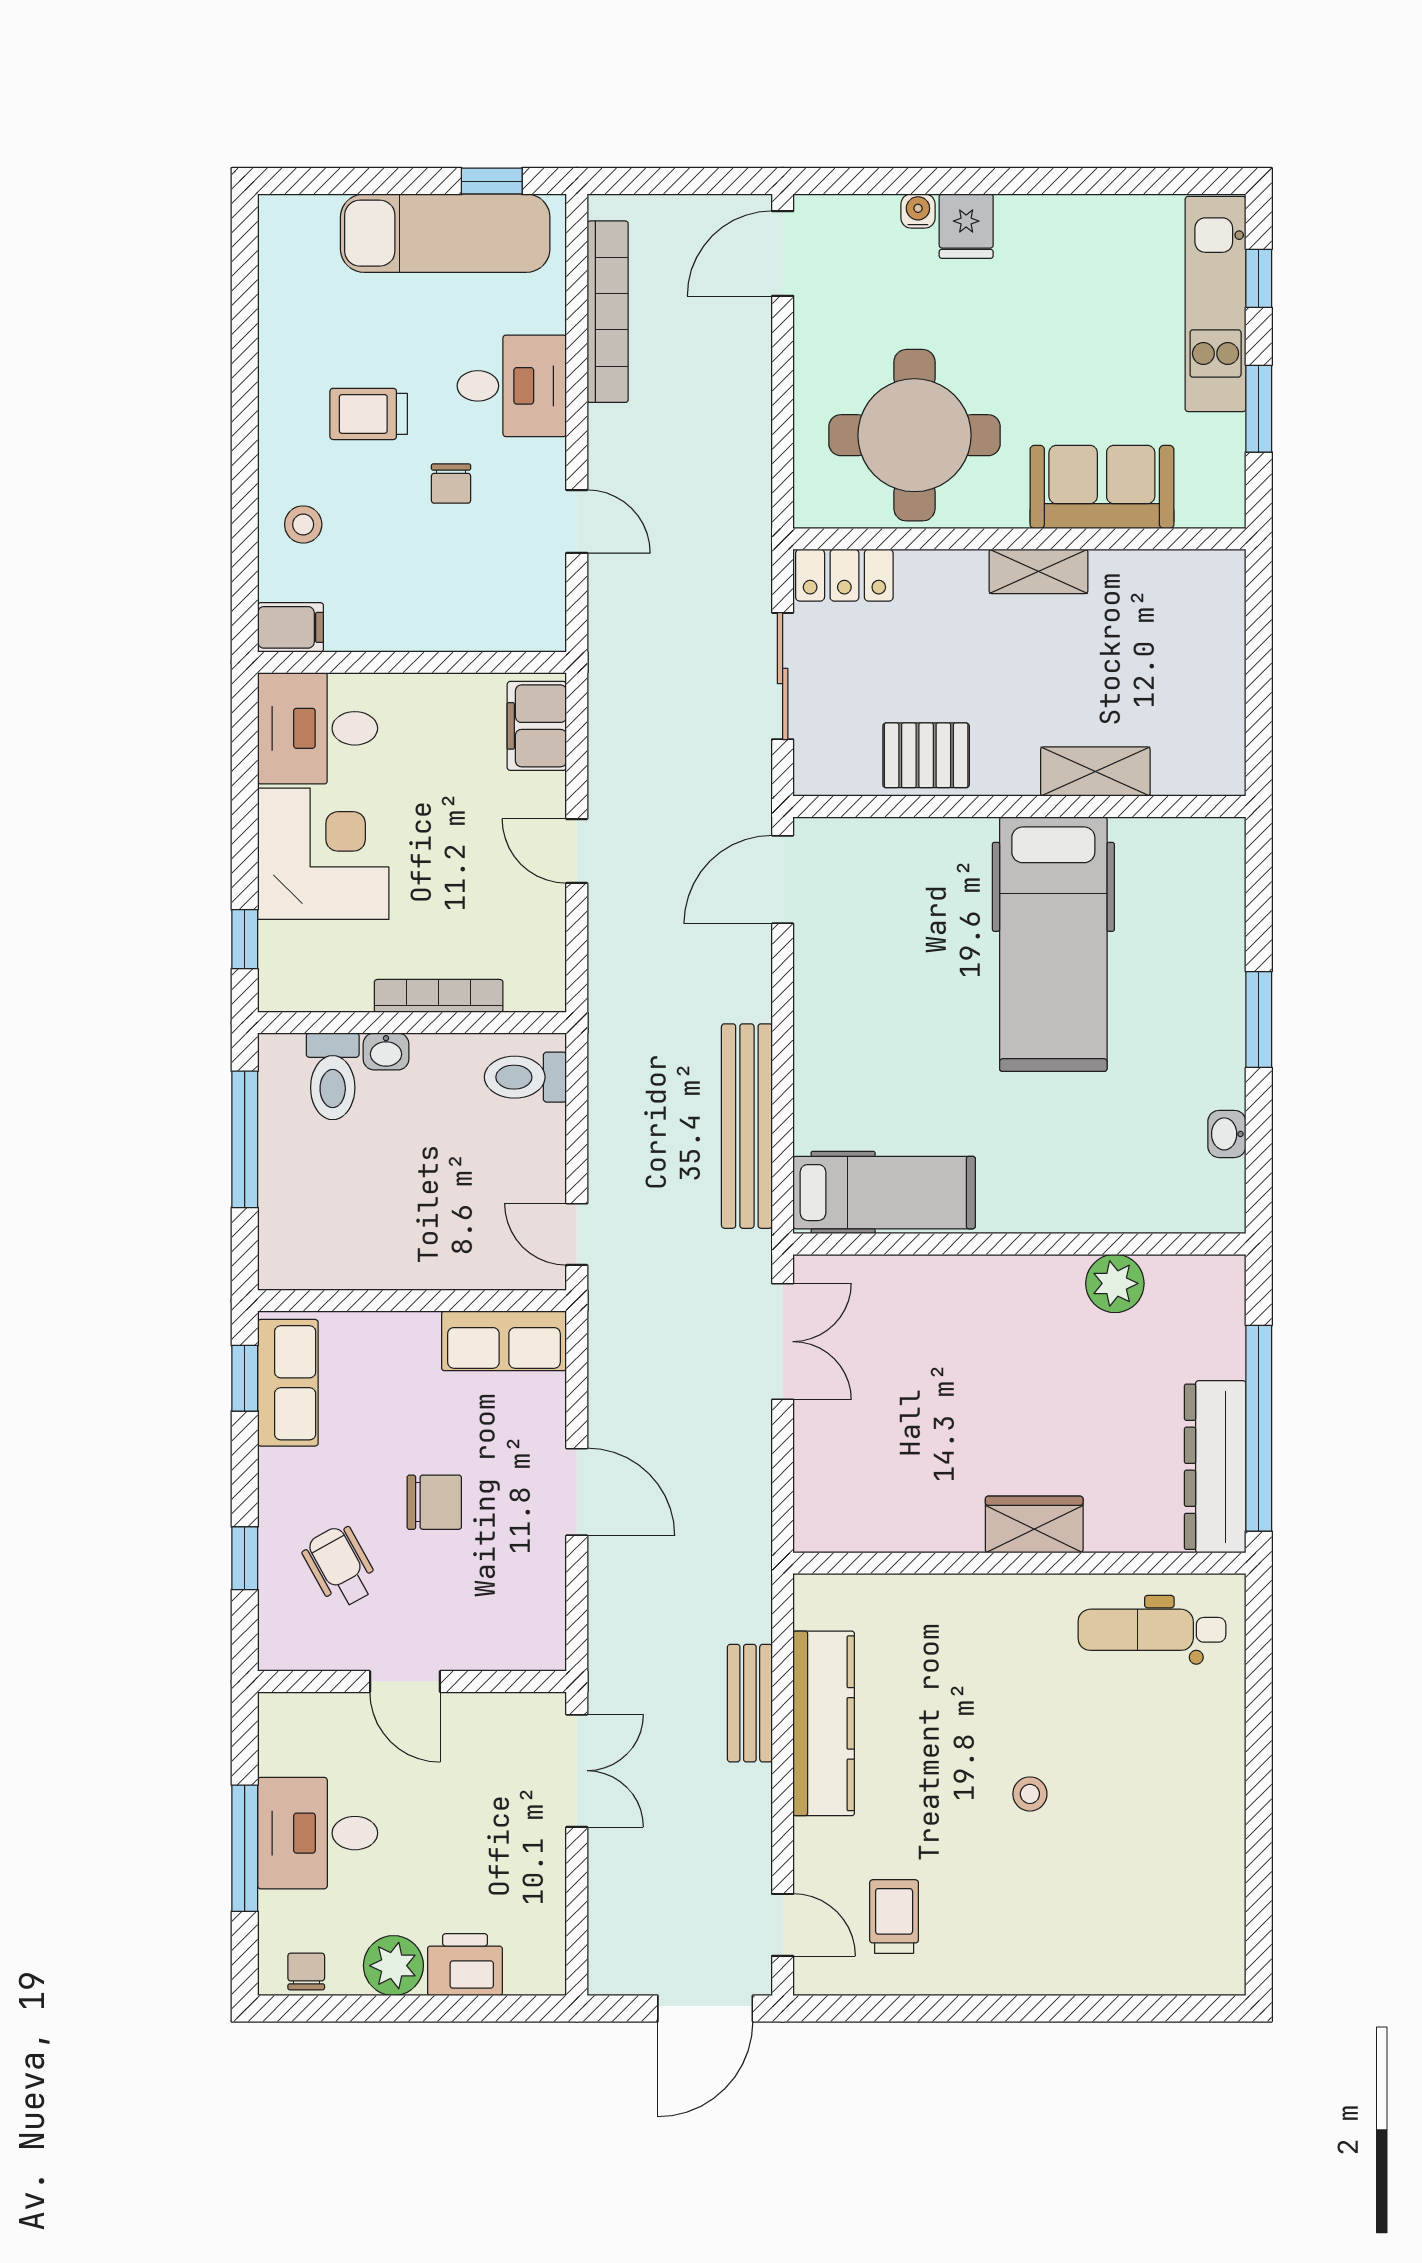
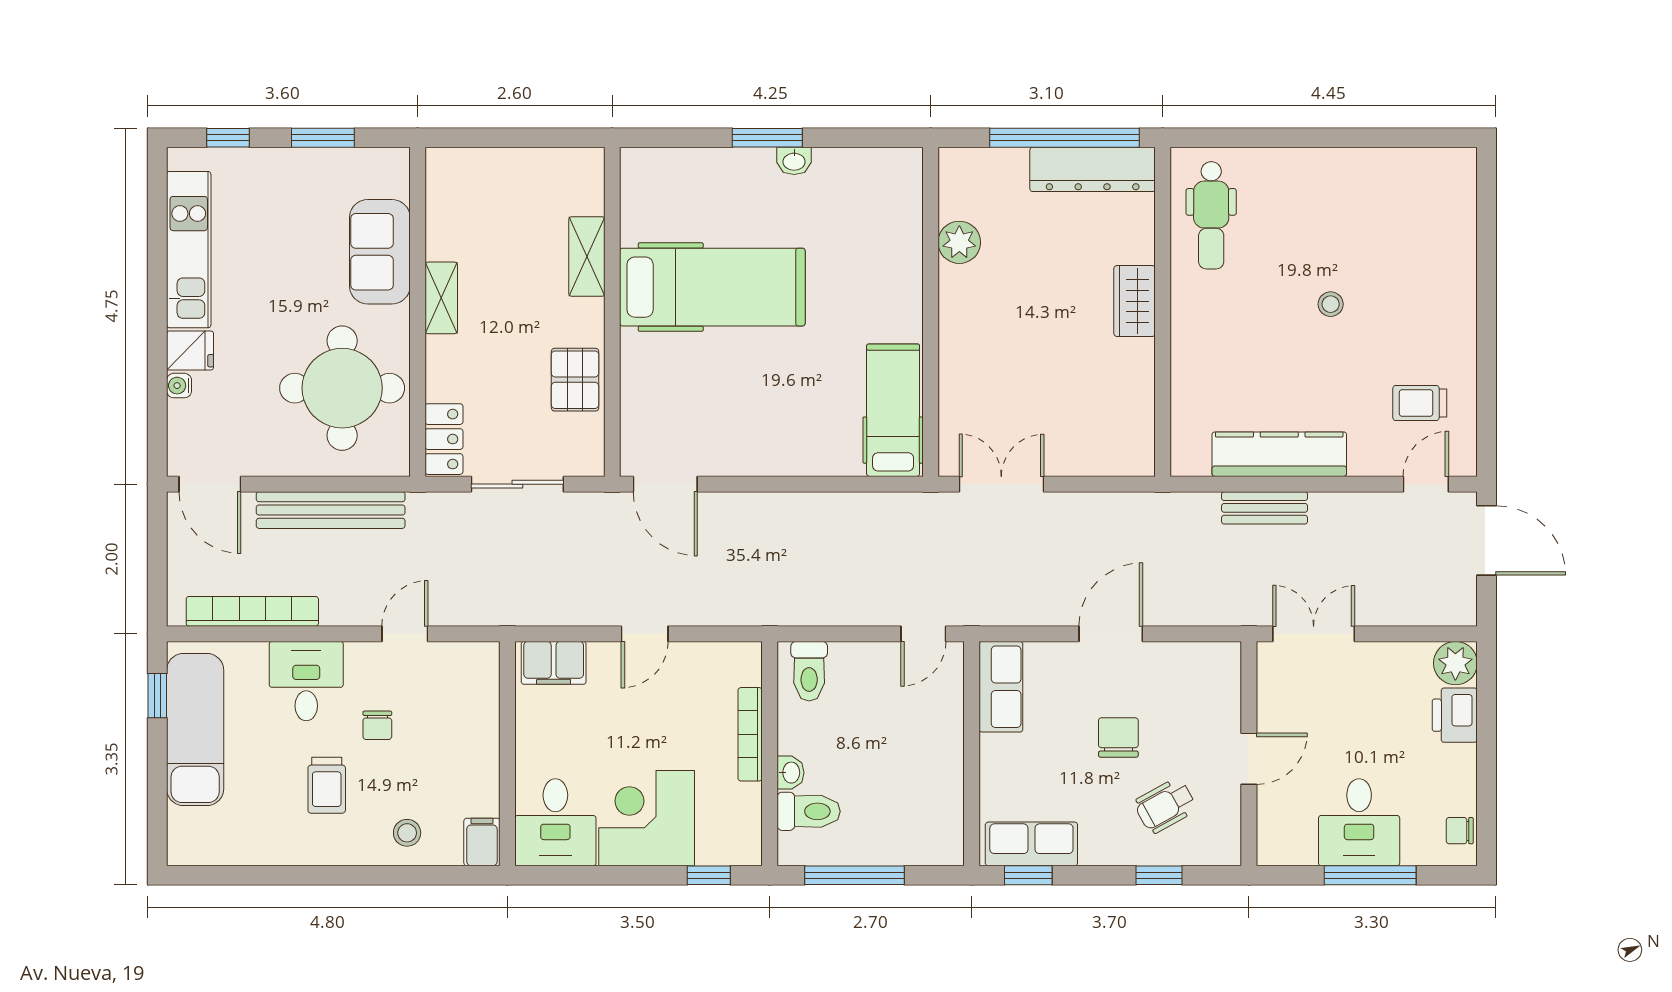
kitchen unit: (1216, 304) -> (189, 250), moved, turned -90
chair: (451, 484) -> (377, 725), turned 90
bench: (747, 1126) -> (331, 510), moved
washbasin: (1227, 1134) -> (794, 161), moved
plant: (393, 1966) -> (1455, 663), moved

